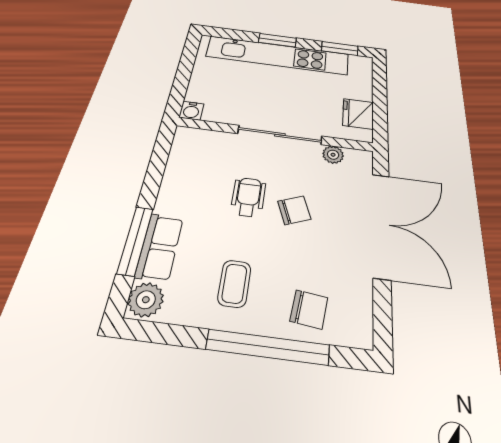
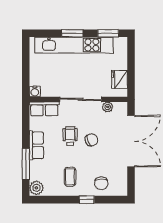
row of seats: (203, 141) -> (44, 109), added
row of seats: (159, 247) -> (36, 145), moved
chair: (309, 309) -> (101, 183), turned 83
window: (268, 347) -> (87, 200), width x0.32

